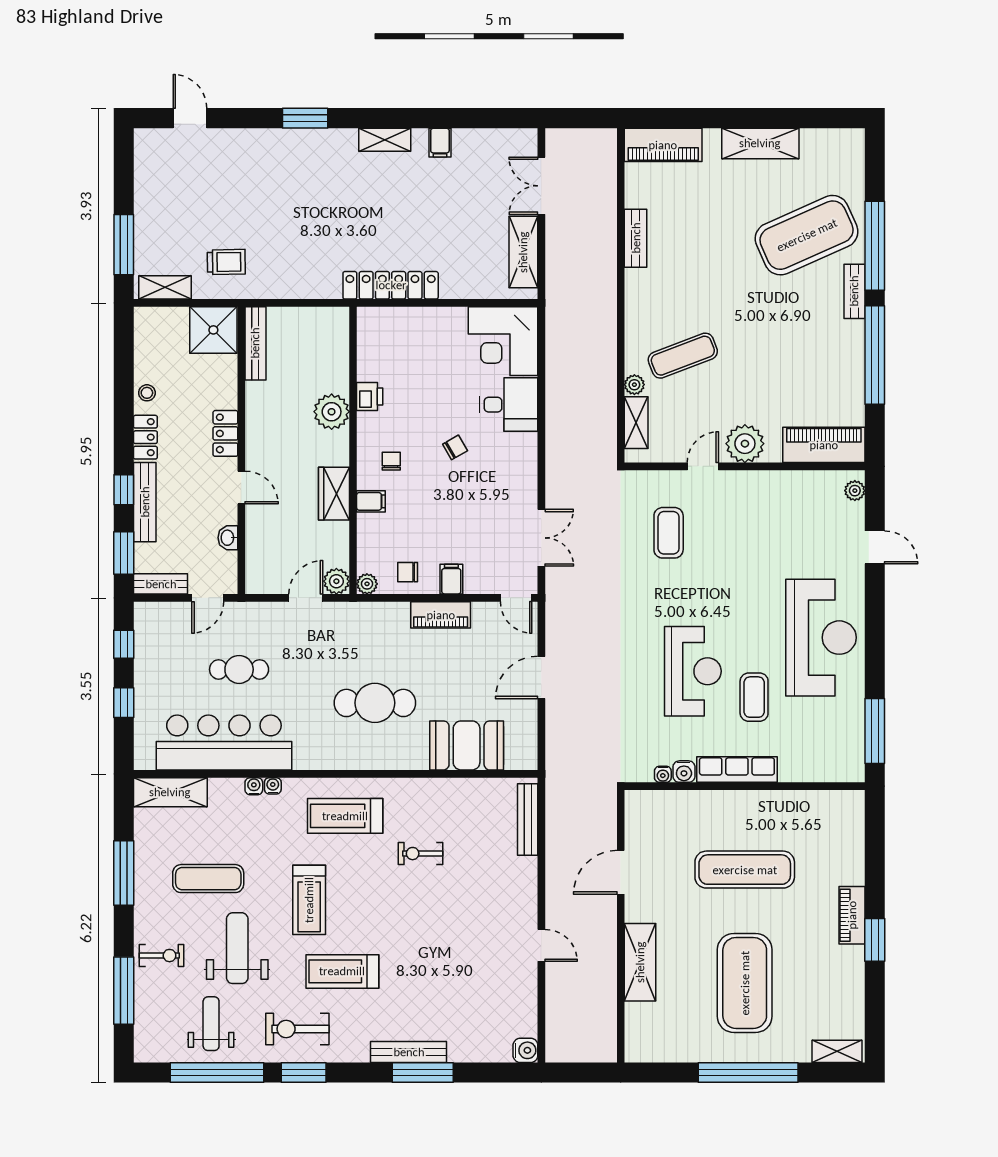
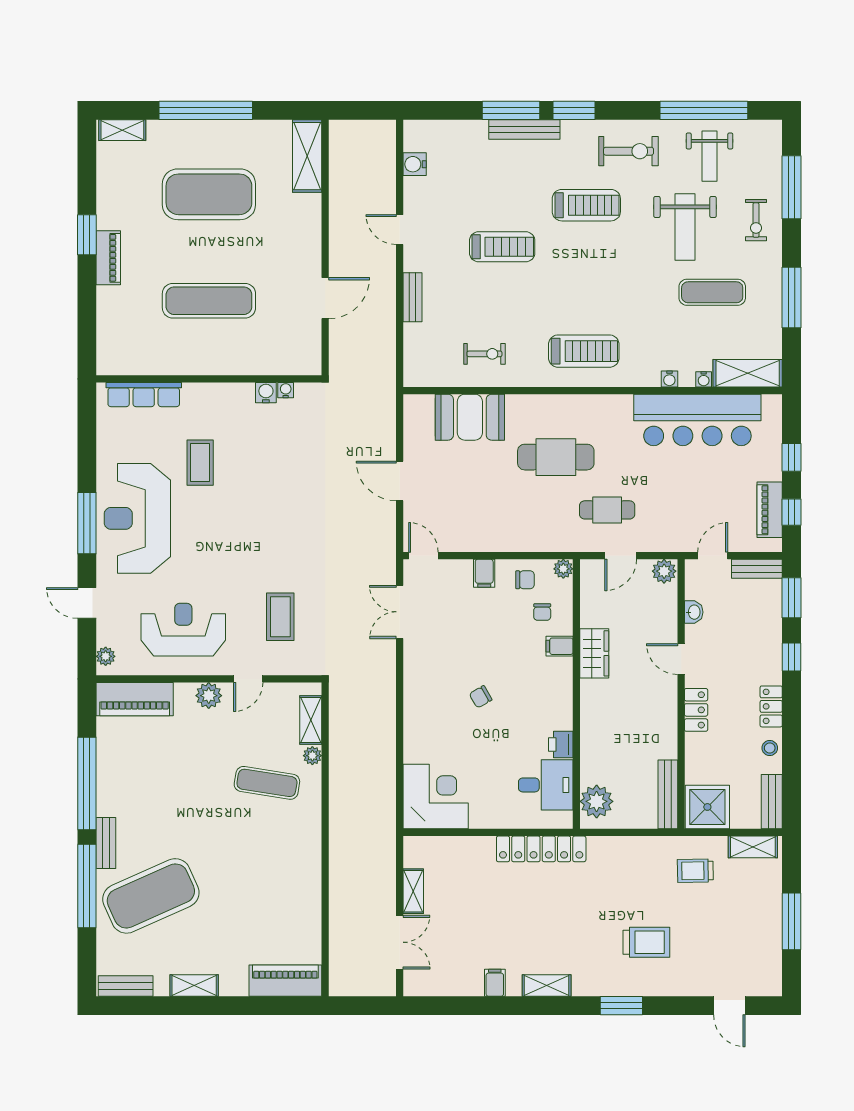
shelving: (760, 143) -> (194, 986), width x0.67, depth x0.75
trolley: (278, 186) -> (646, 942), added
bench: (636, 238) -> (126, 986), moved, turned 90
window: (124, 245) -> (792, 921), moved
shelving: (523, 252) -> (413, 891), width x0.67, depth x0.75
exercise mat: (683, 356) -> (267, 783), turned 30
desk: (509, 405) -> (546, 785), moved, turned 180
plant: (332, 412) -> (597, 801), moved
plant: (745, 444) -> (209, 696), width x0.73, depth x0.73
chair: (391, 461) -> (542, 612), moved
bench: (145, 502) -> (772, 802), moved, width x0.73
plant: (336, 581) -> (664, 571), moved
piano: (441, 615) -> (770, 510), moved, turned -90
cafe table: (239, 669) -> (607, 510), moved
reception desk: (693, 671) -> (183, 630), moved, turned 90
door: (541, 677) -> (400, 481), swing flipped
window: (875, 731) -> (87, 523), moved
row of seats: (737, 770) -> (144, 395), moved
water cooler: (273, 786) -> (704, 379), moved
bench: (528, 820) -> (413, 297), moved, width x0.73
exercise bike: (421, 854) -> (484, 354), moved
treadmill: (309, 900) -> (502, 247), moved, turned 90
exercise bike: (162, 956) -> (756, 220), turned -90
shelving: (640, 962) -> (307, 156), moved
exercise mat: (745, 983) -> (209, 194), turned 90
water cooler: (525, 1050) -> (415, 164), moved
window: (304, 1073) -> (574, 110), moved

